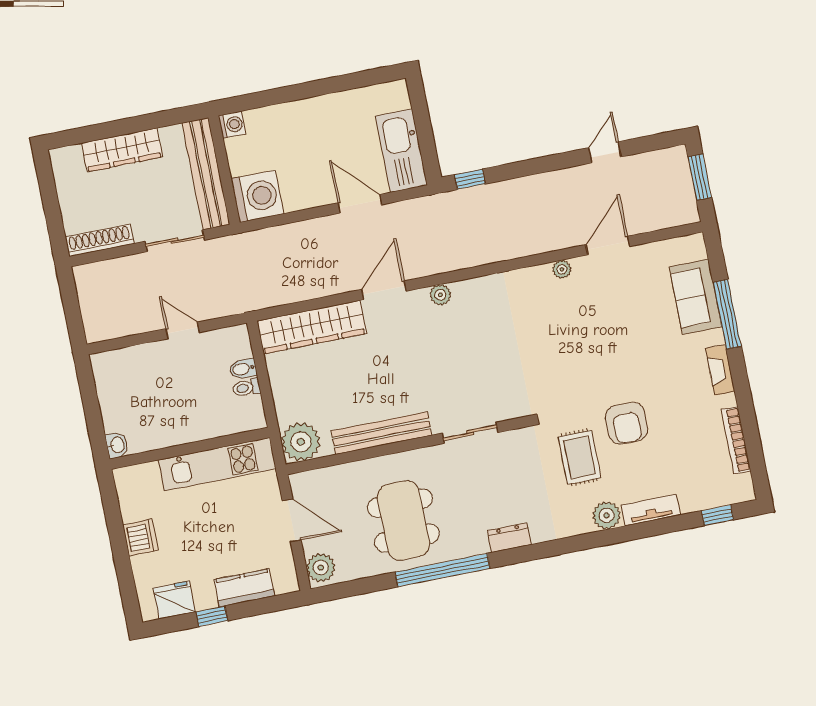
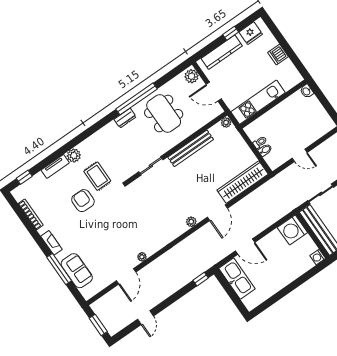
plant: (301, 442) -> (226, 122), width x0.53, depth x0.53
dresser: (509, 538) -> (125, 118), moved
kitchen counter: (244, 588) -> (222, 52), width x1.50

